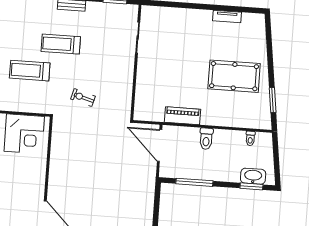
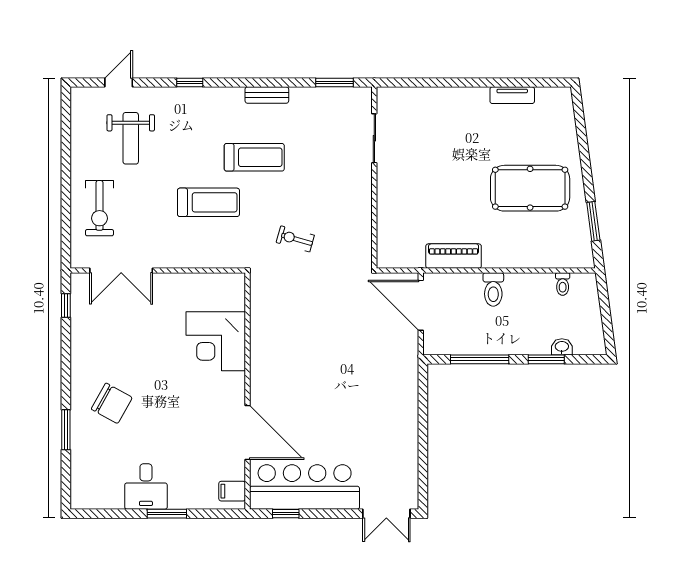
treadmill: (61, 44) -> (254, 157), turned 180
treadmill: (30, 71) -> (208, 202), turned 180
corner desk: (24, 134) -> (216, 341), moved, turned 90
washbasin: (253, 176) -> (562, 347), width x0.52, depth x0.69
window: (251, 186) -> (546, 359), moved

